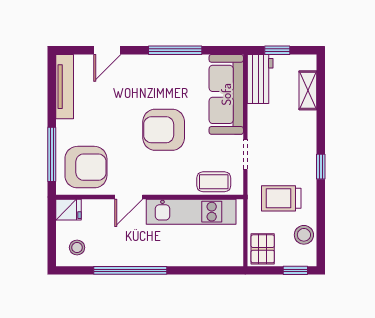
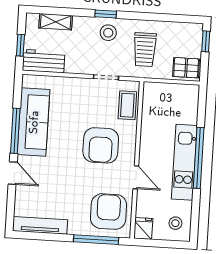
door: (107, 50) -> (13, 173), moved
sofa: (226, 94) -> (34, 122), moved, turned -90
armchair: (164, 130) -> (101, 145), moved
window: (321, 167) -> (106, 14), moved
kitchen unit: (191, 212) -> (184, 162), moved, turned 180
stool: (304, 235) -> (108, 33), moved
window: (130, 270) -> (199, 158), moved

